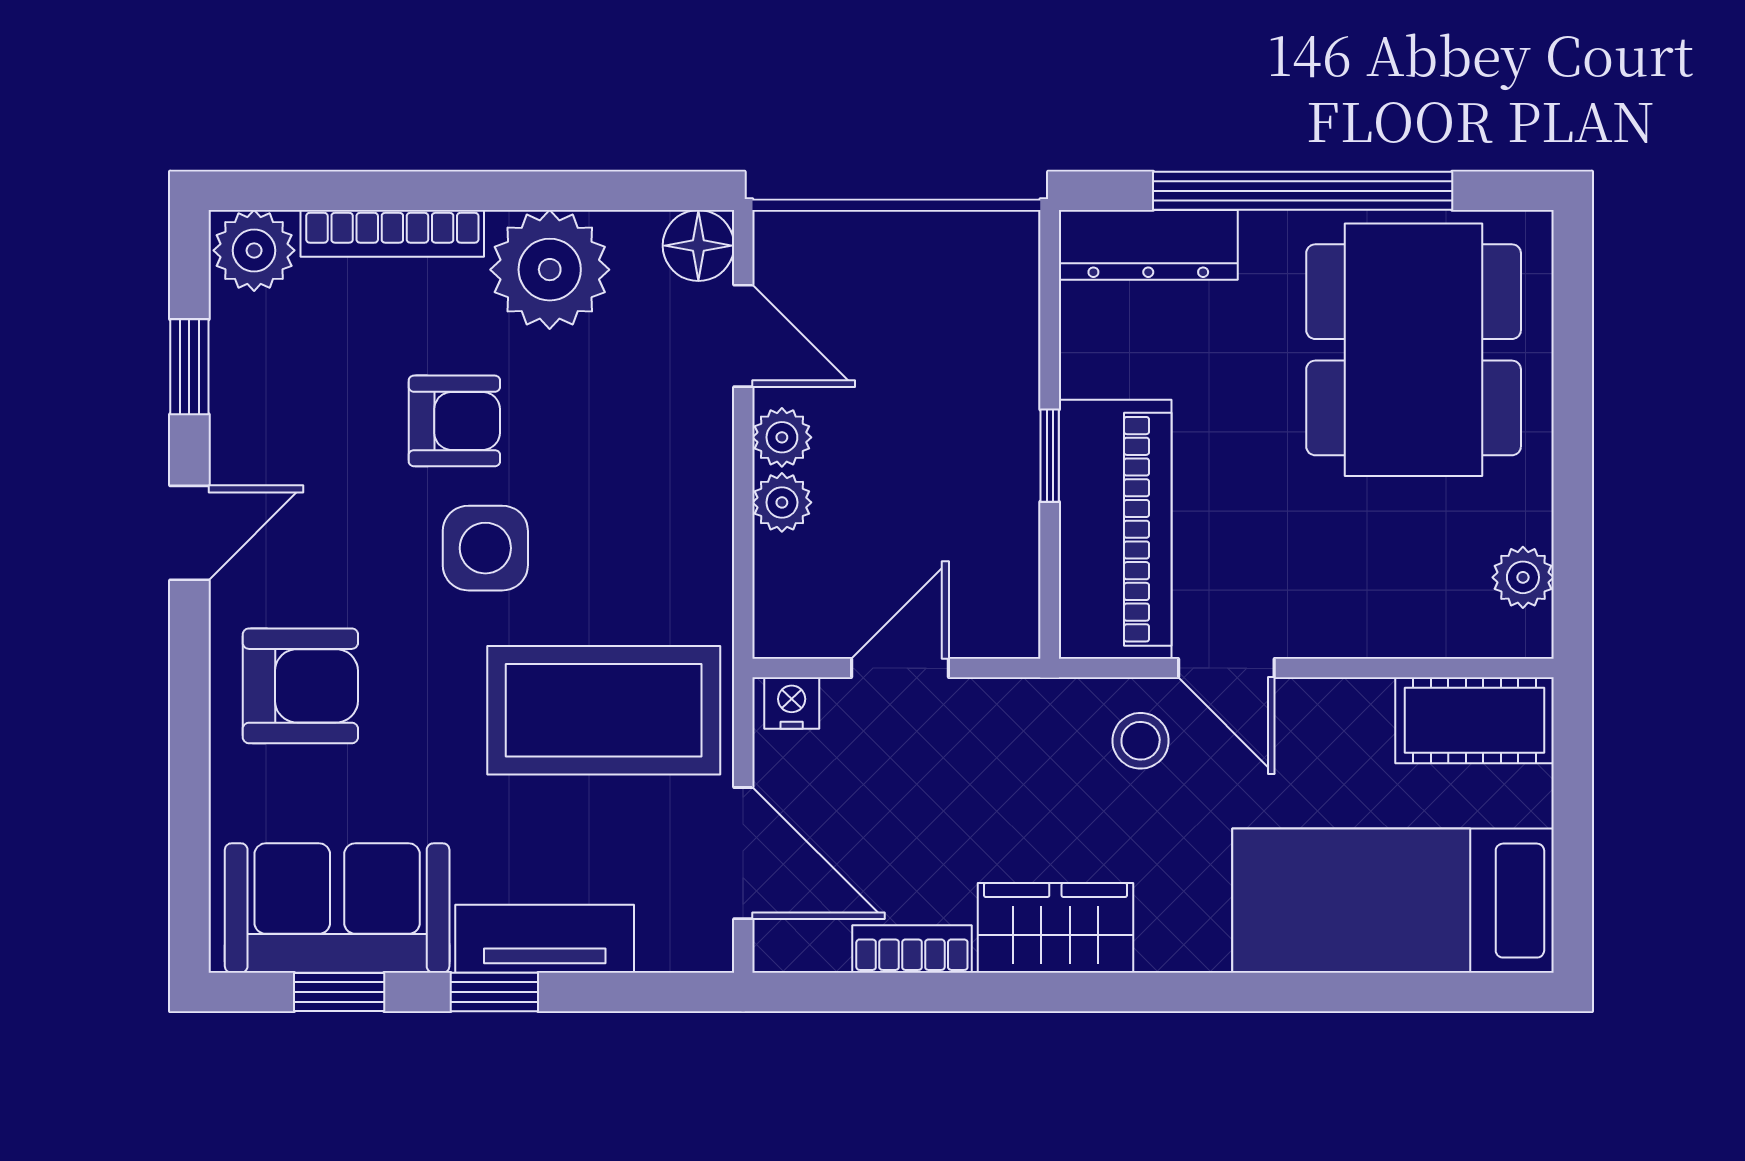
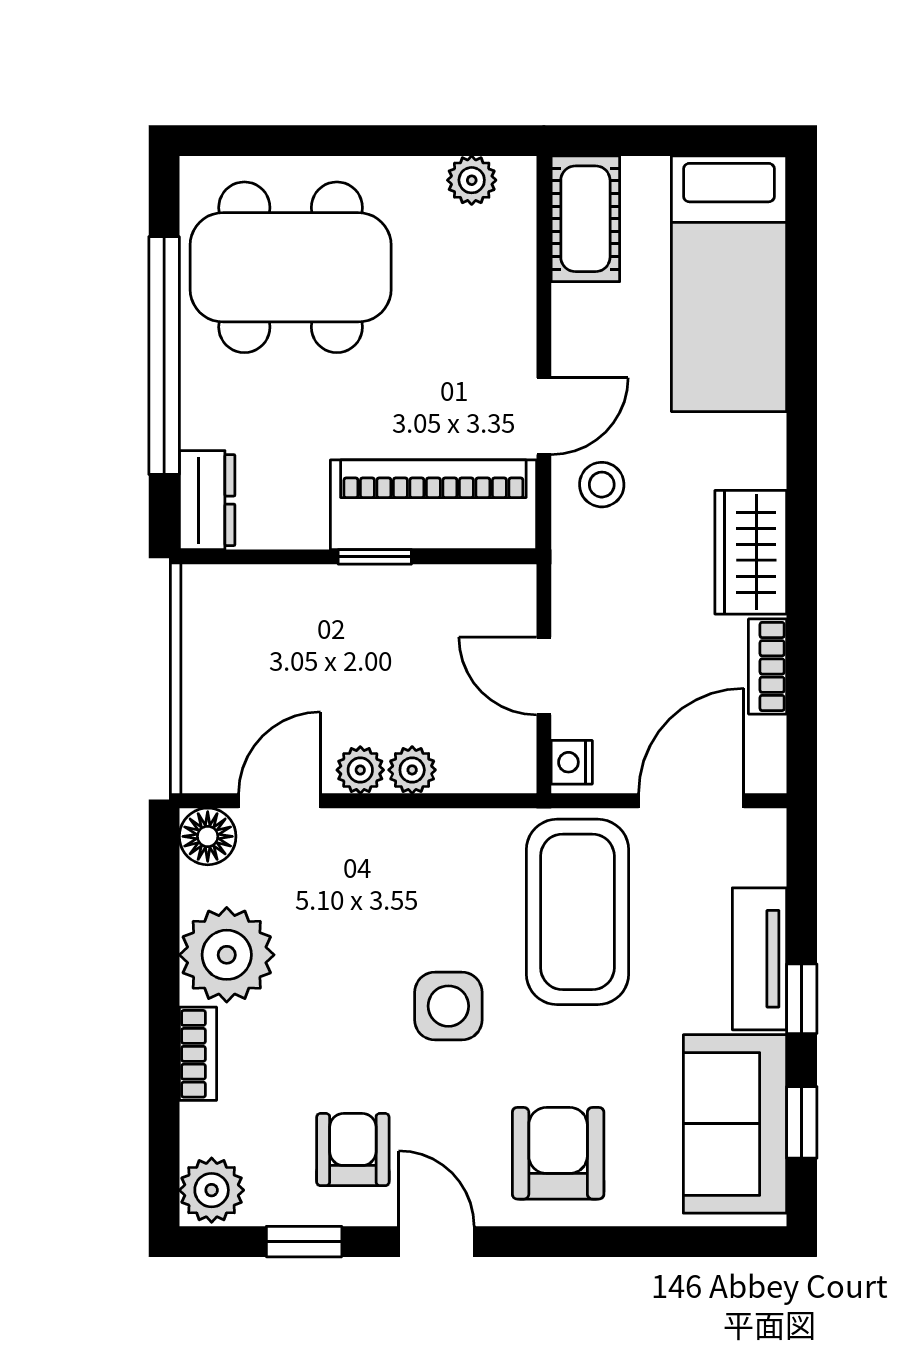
bookcase: (392, 233) -> (198, 1054), width x0.64
dresser: (1148, 245) -> (207, 500), width x0.70
armchair: (454, 421) -> (353, 1150), moved

